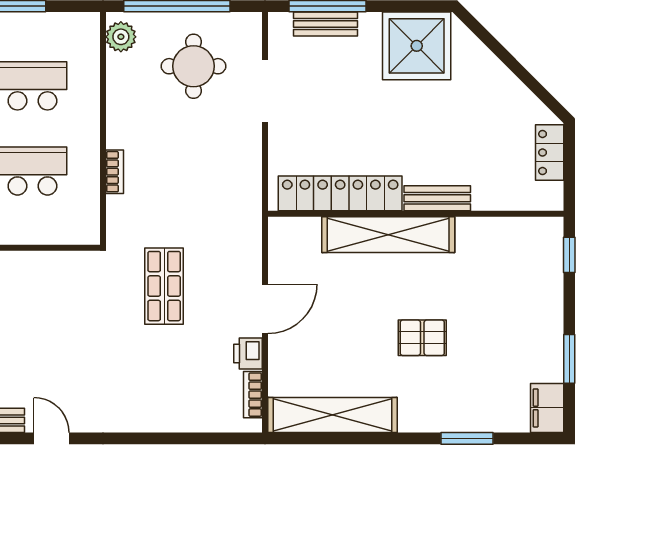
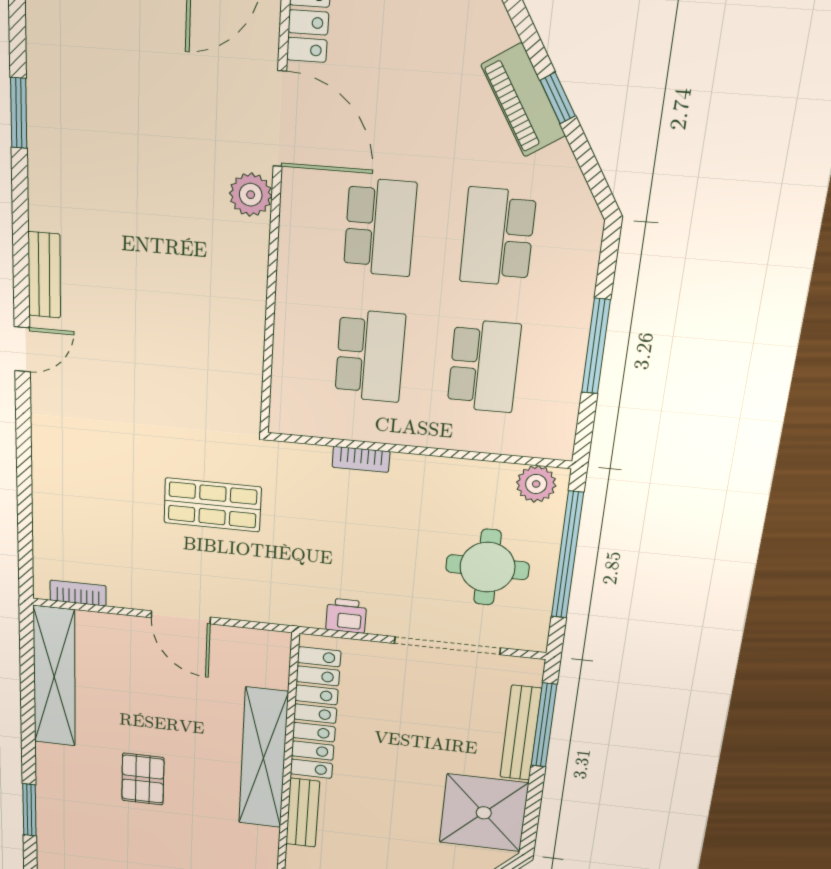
bench: (326, 24) -> (521, 733), width x1.36
doorway: (265, 91) -> (447, 646), width x1.36
printer: (248, 353) -> (346, 616), moved

